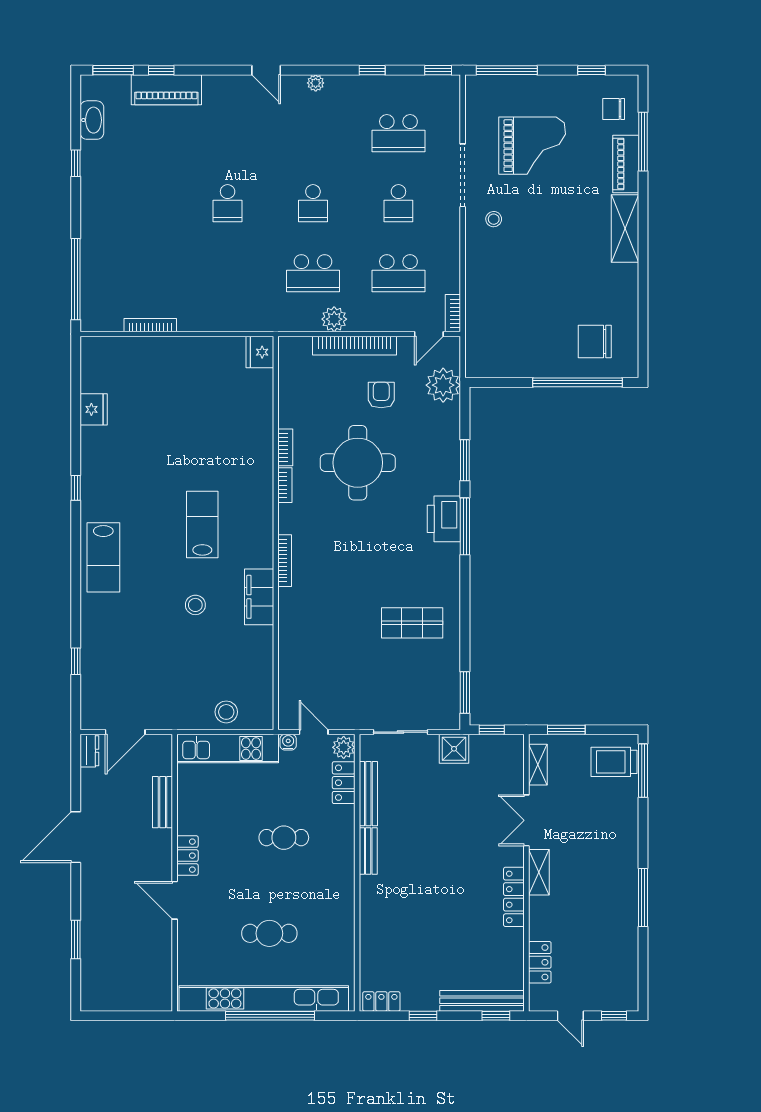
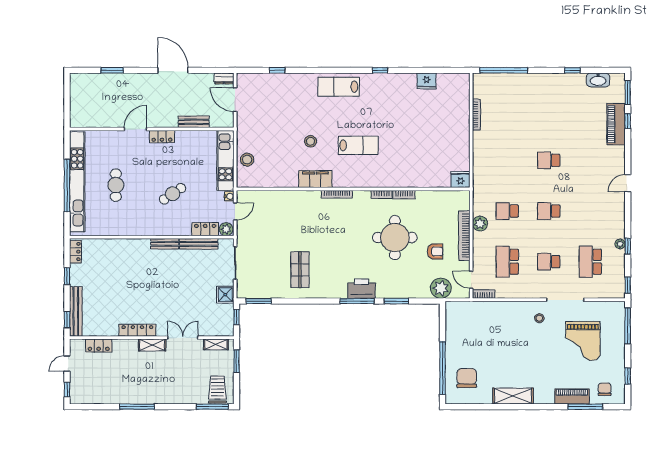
plant: (316, 83) -> (620, 244), moved
shelving: (625, 229) -> (513, 396), moved
school desk: (313, 273) -> (507, 211), width x0.54
cafe table: (284, 838) -> (173, 194), turned 56

